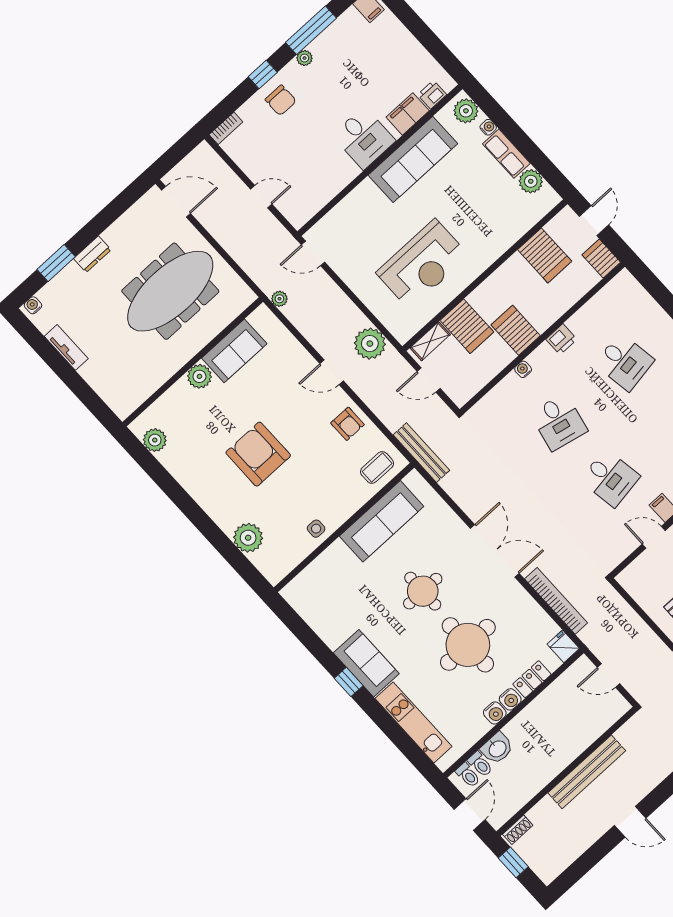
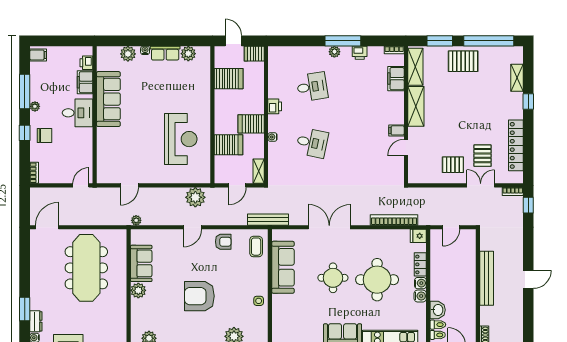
printer: (432, 95) -> (86, 63), moved
filing cabinet: (408, 114) -> (85, 82), moved
desk: (364, 138) -> (78, 113), moved
sofa: (413, 159) -> (108, 99), moved
wall: (380, 160) -> (95, 115), moved
dresser: (92, 254) -> (36, 321), moved
shelving: (430, 341) -> (259, 171), moved
desk: (610, 478) -> (360, 143), removed
double door: (495, 551) -> (329, 227), moved

